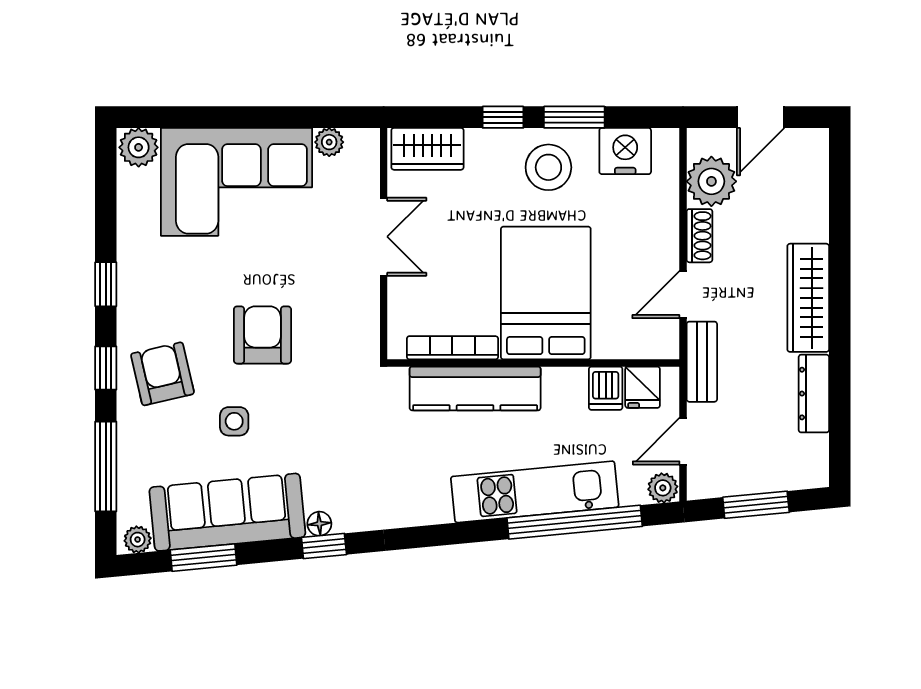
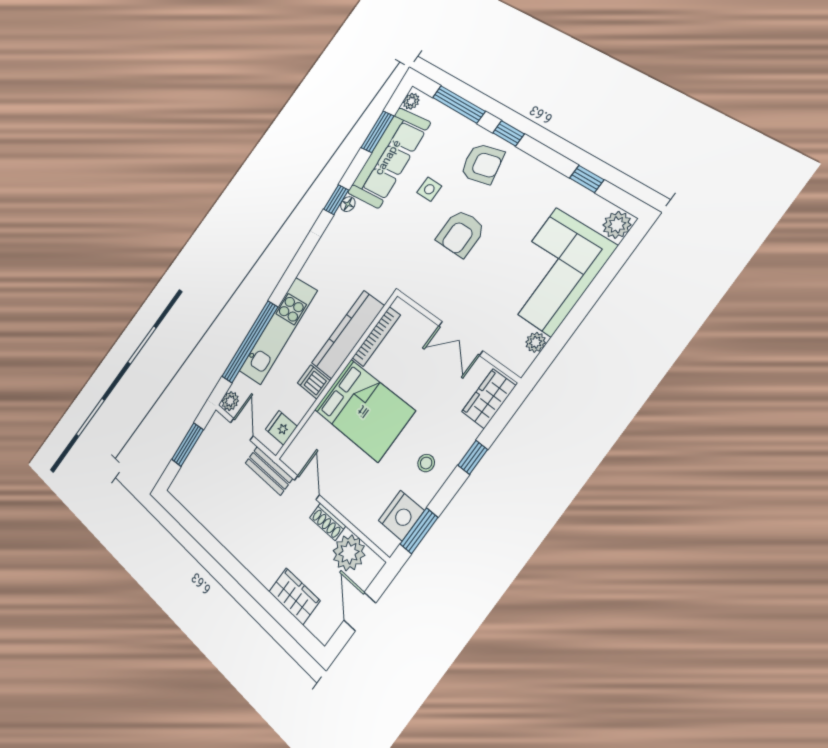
window: (574, 117) -> (419, 531), moved
stool: (548, 167) -> (426, 463), width x0.53, depth x0.53
window: (106, 284) -> (587, 179), moved
wardrobe: (808, 298) -> (294, 596), moved, width x0.67
armchair: (262, 335) -> (461, 233), turned 90
dishwasher: (606, 388) -> (314, 382), moved
dresser: (814, 394) -> (210, 520), removed

